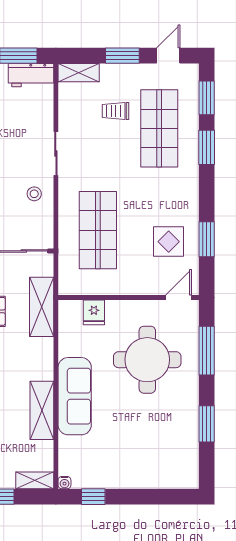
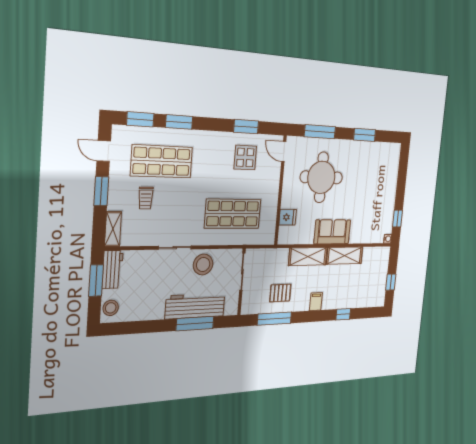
stool: (34, 194) -> (203, 264), width x1.89, depth x1.89
shelving: (42, 307) -> (308, 256), moved
sofa: (75, 396) -> (332, 232), width x0.73
shelving: (35, 480) -> (384, 260), removed

